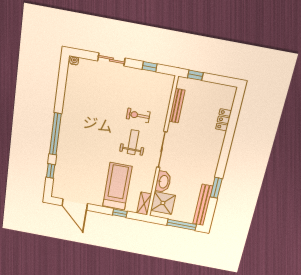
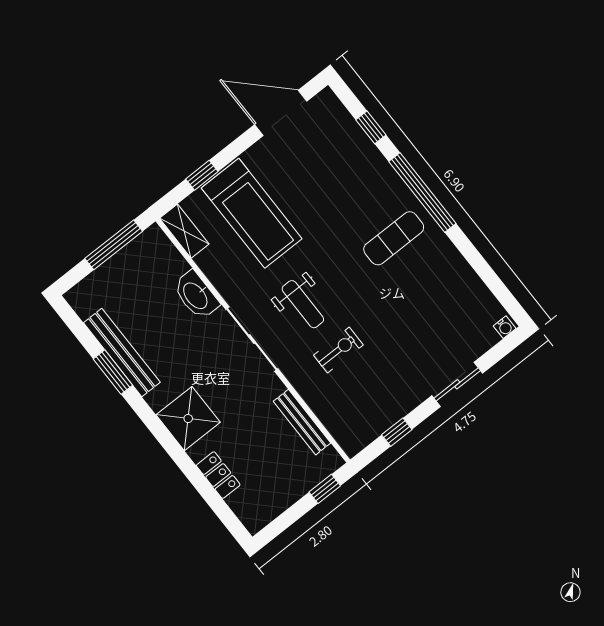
exercise mat: (80, 130) -> (394, 238), added
shower: (163, 203) -> (188, 419), moved
bench: (203, 205) -> (122, 353), moved
window: (182, 225) -> (114, 245), moved

